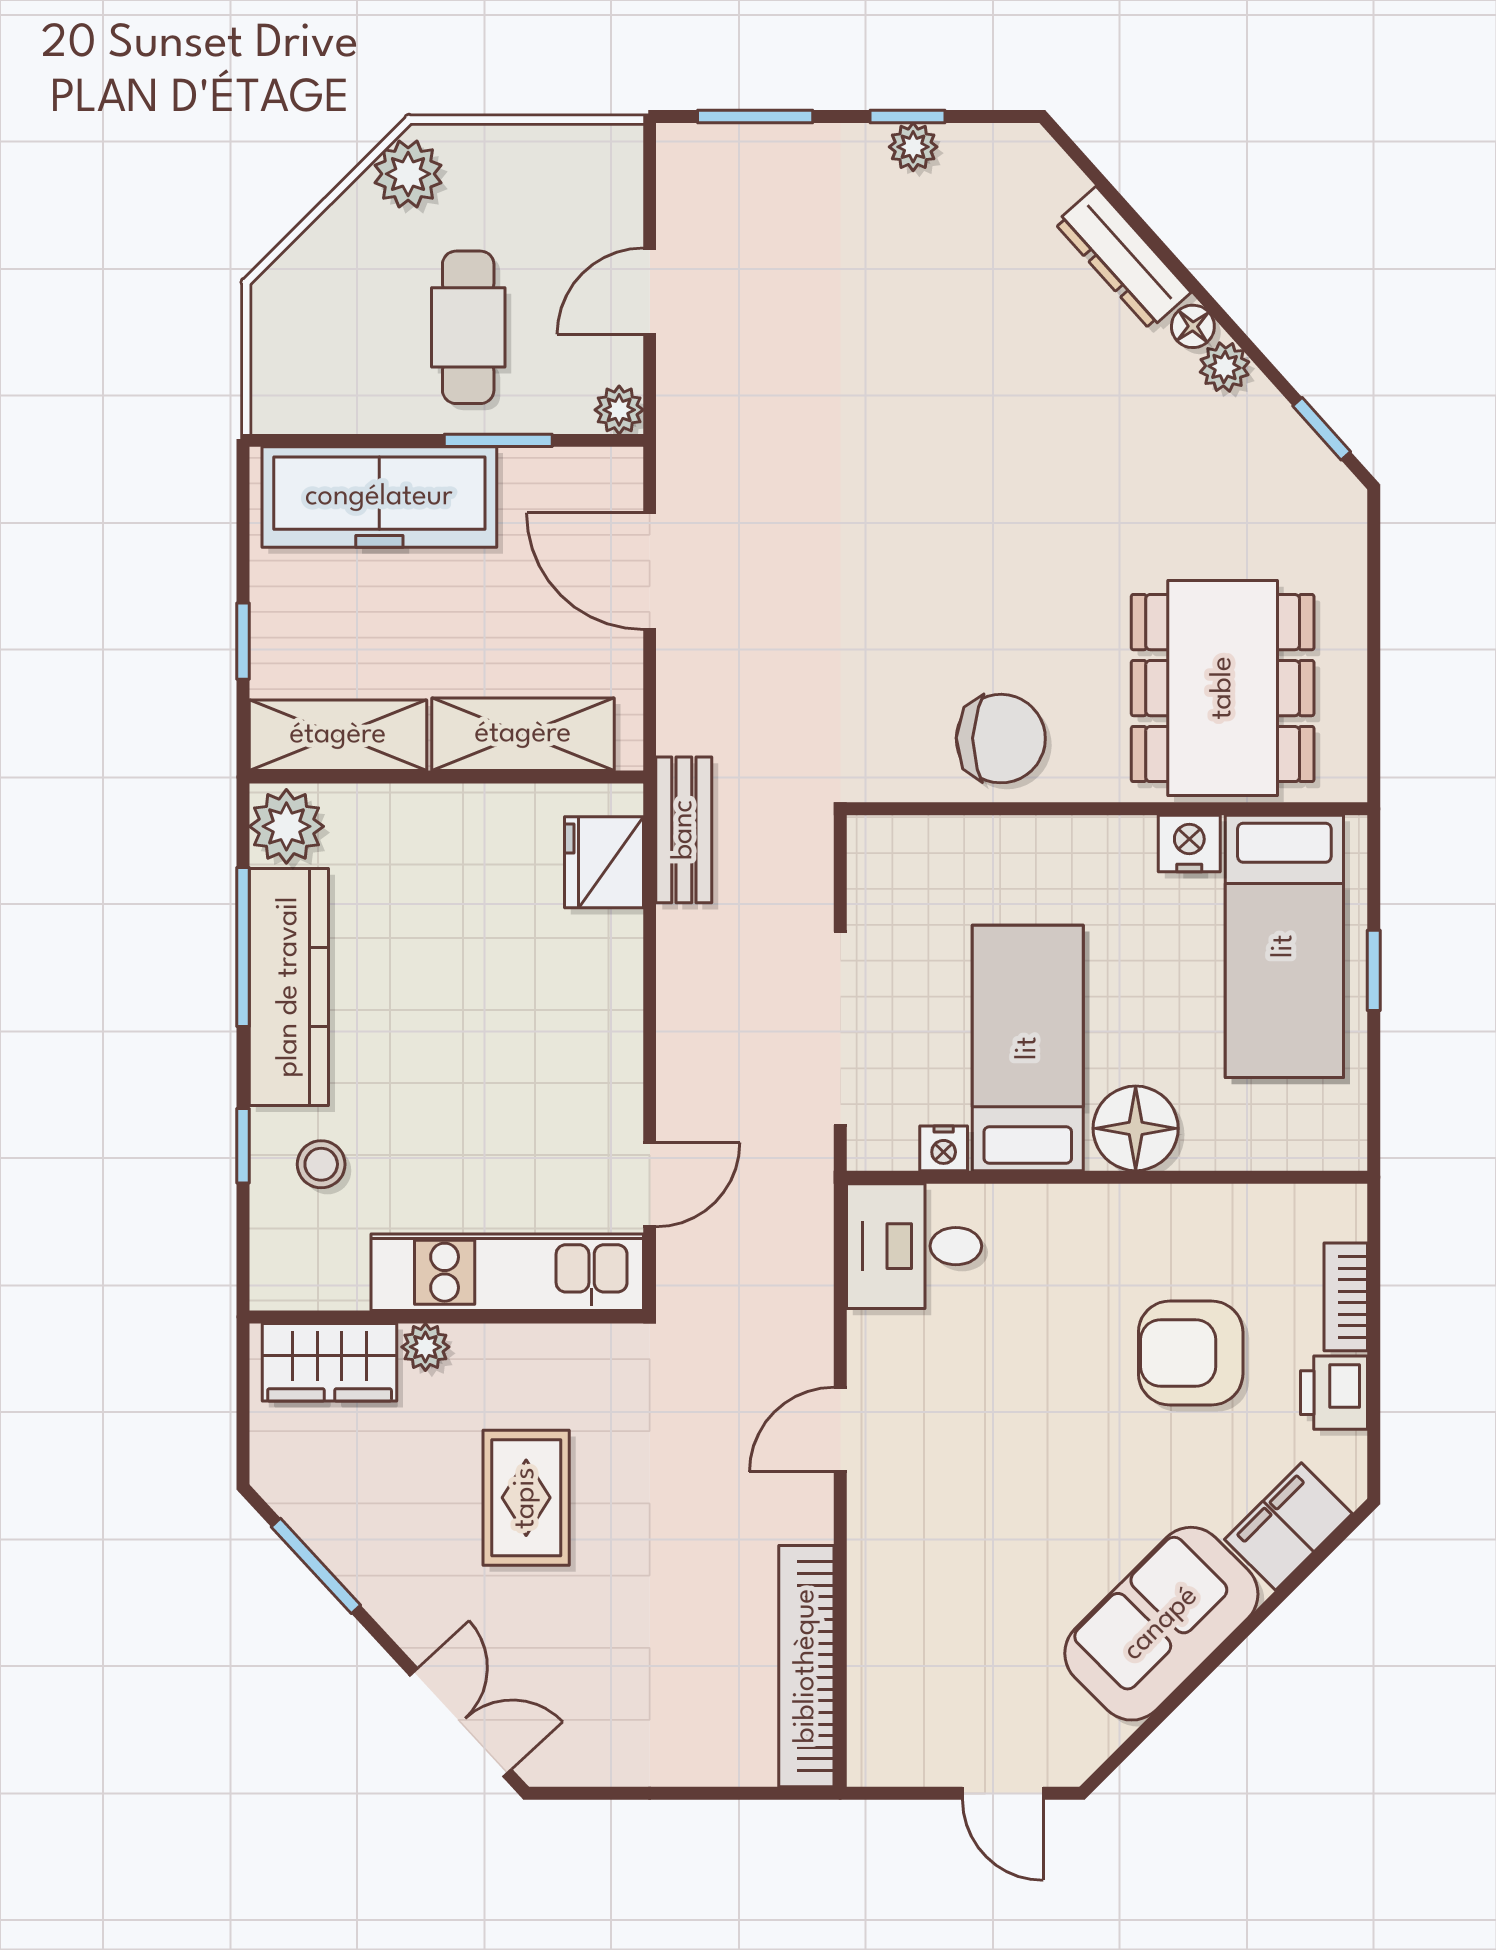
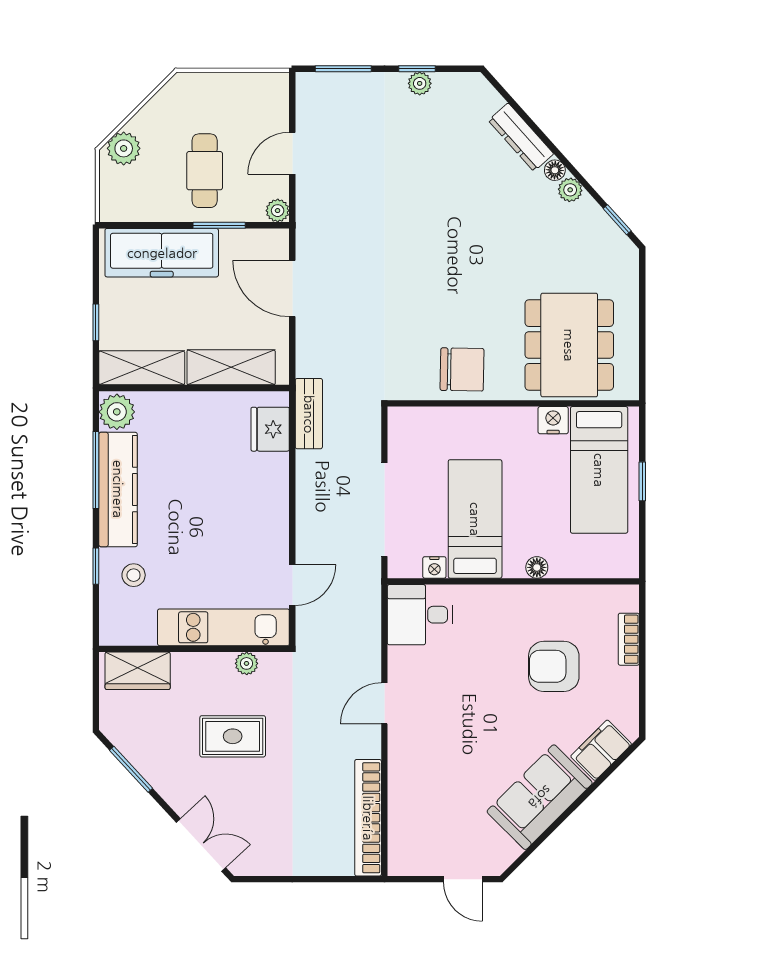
plant: (408, 174) -> (124, 148), moved
floor lamp: (1136, 1128) -> (537, 567), width x0.53, depth x0.53
plant: (425, 1347) -> (247, 663), moved
printer: (1334, 1393) -> (623, 685), removed
rug: (526, 1498) -> (233, 736), turned 90

